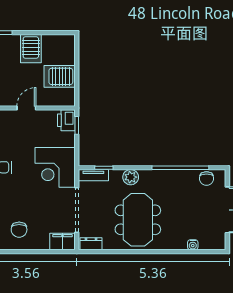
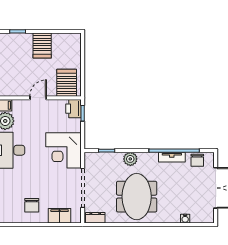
server rack: (60, 76) -> (67, 83), moved, turned 90
tv unit: (93, 175) -> (172, 157), moved
filing cabinet: (62, 241) -> (60, 216), moved

